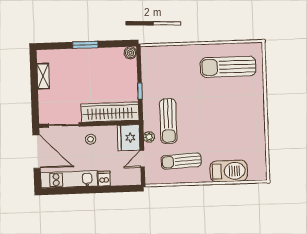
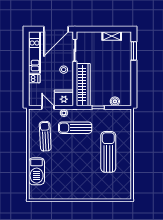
window: (85, 45) -> (134, 51), moved
boiler: (130, 53) -> (115, 101), moved
sun lounger: (228, 67) -> (108, 152), moved

